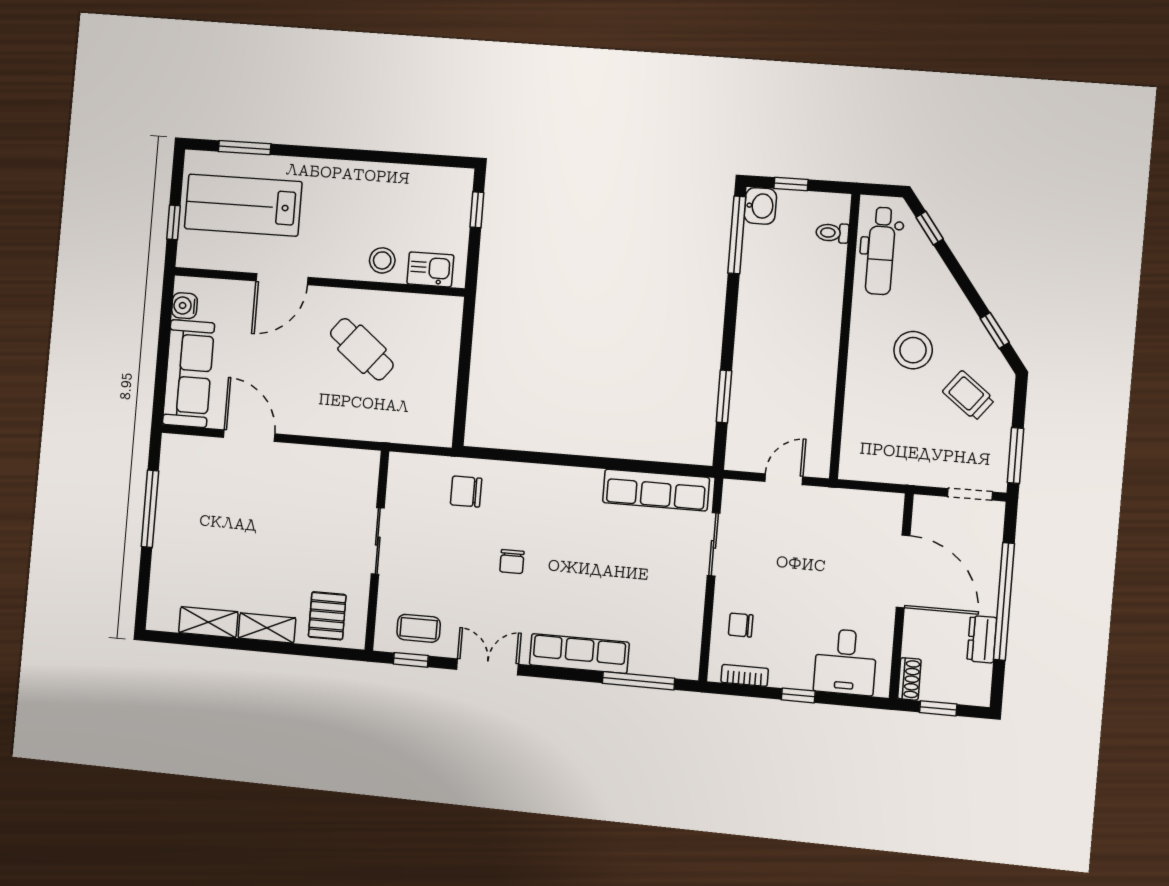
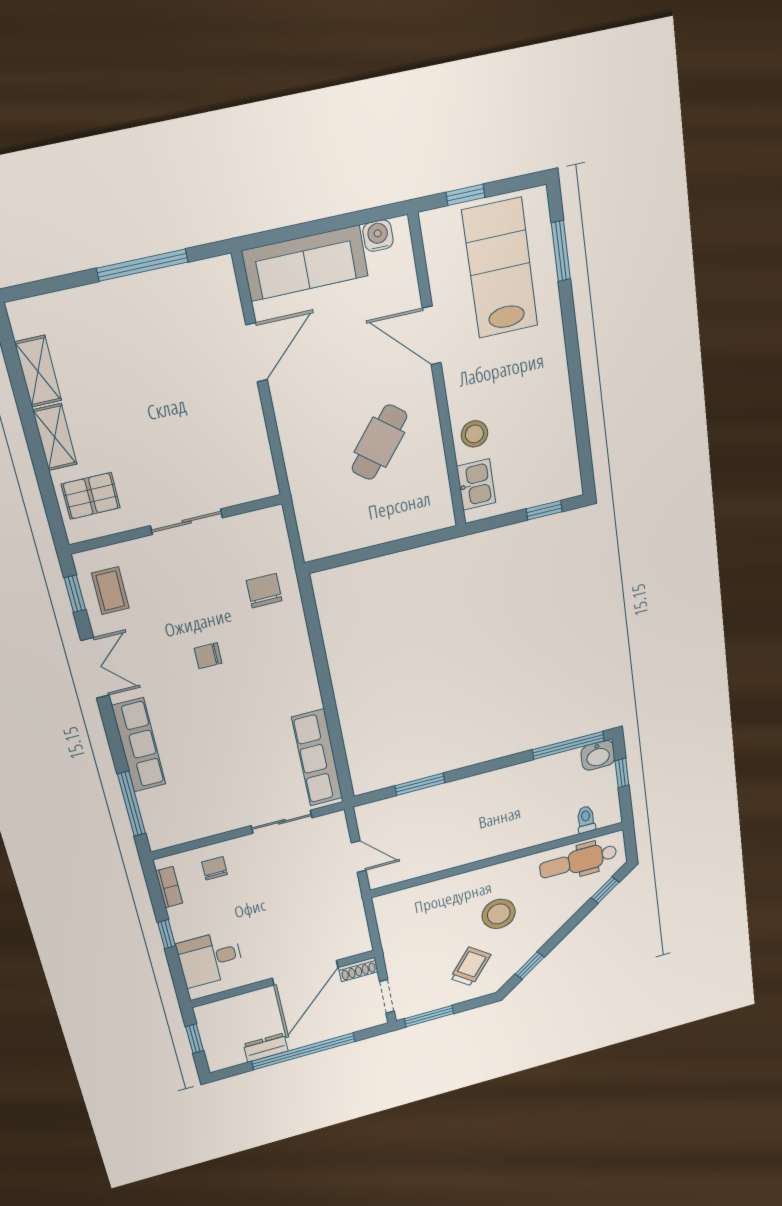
shoe rack: (909, 679) -> (358, 970), moved

